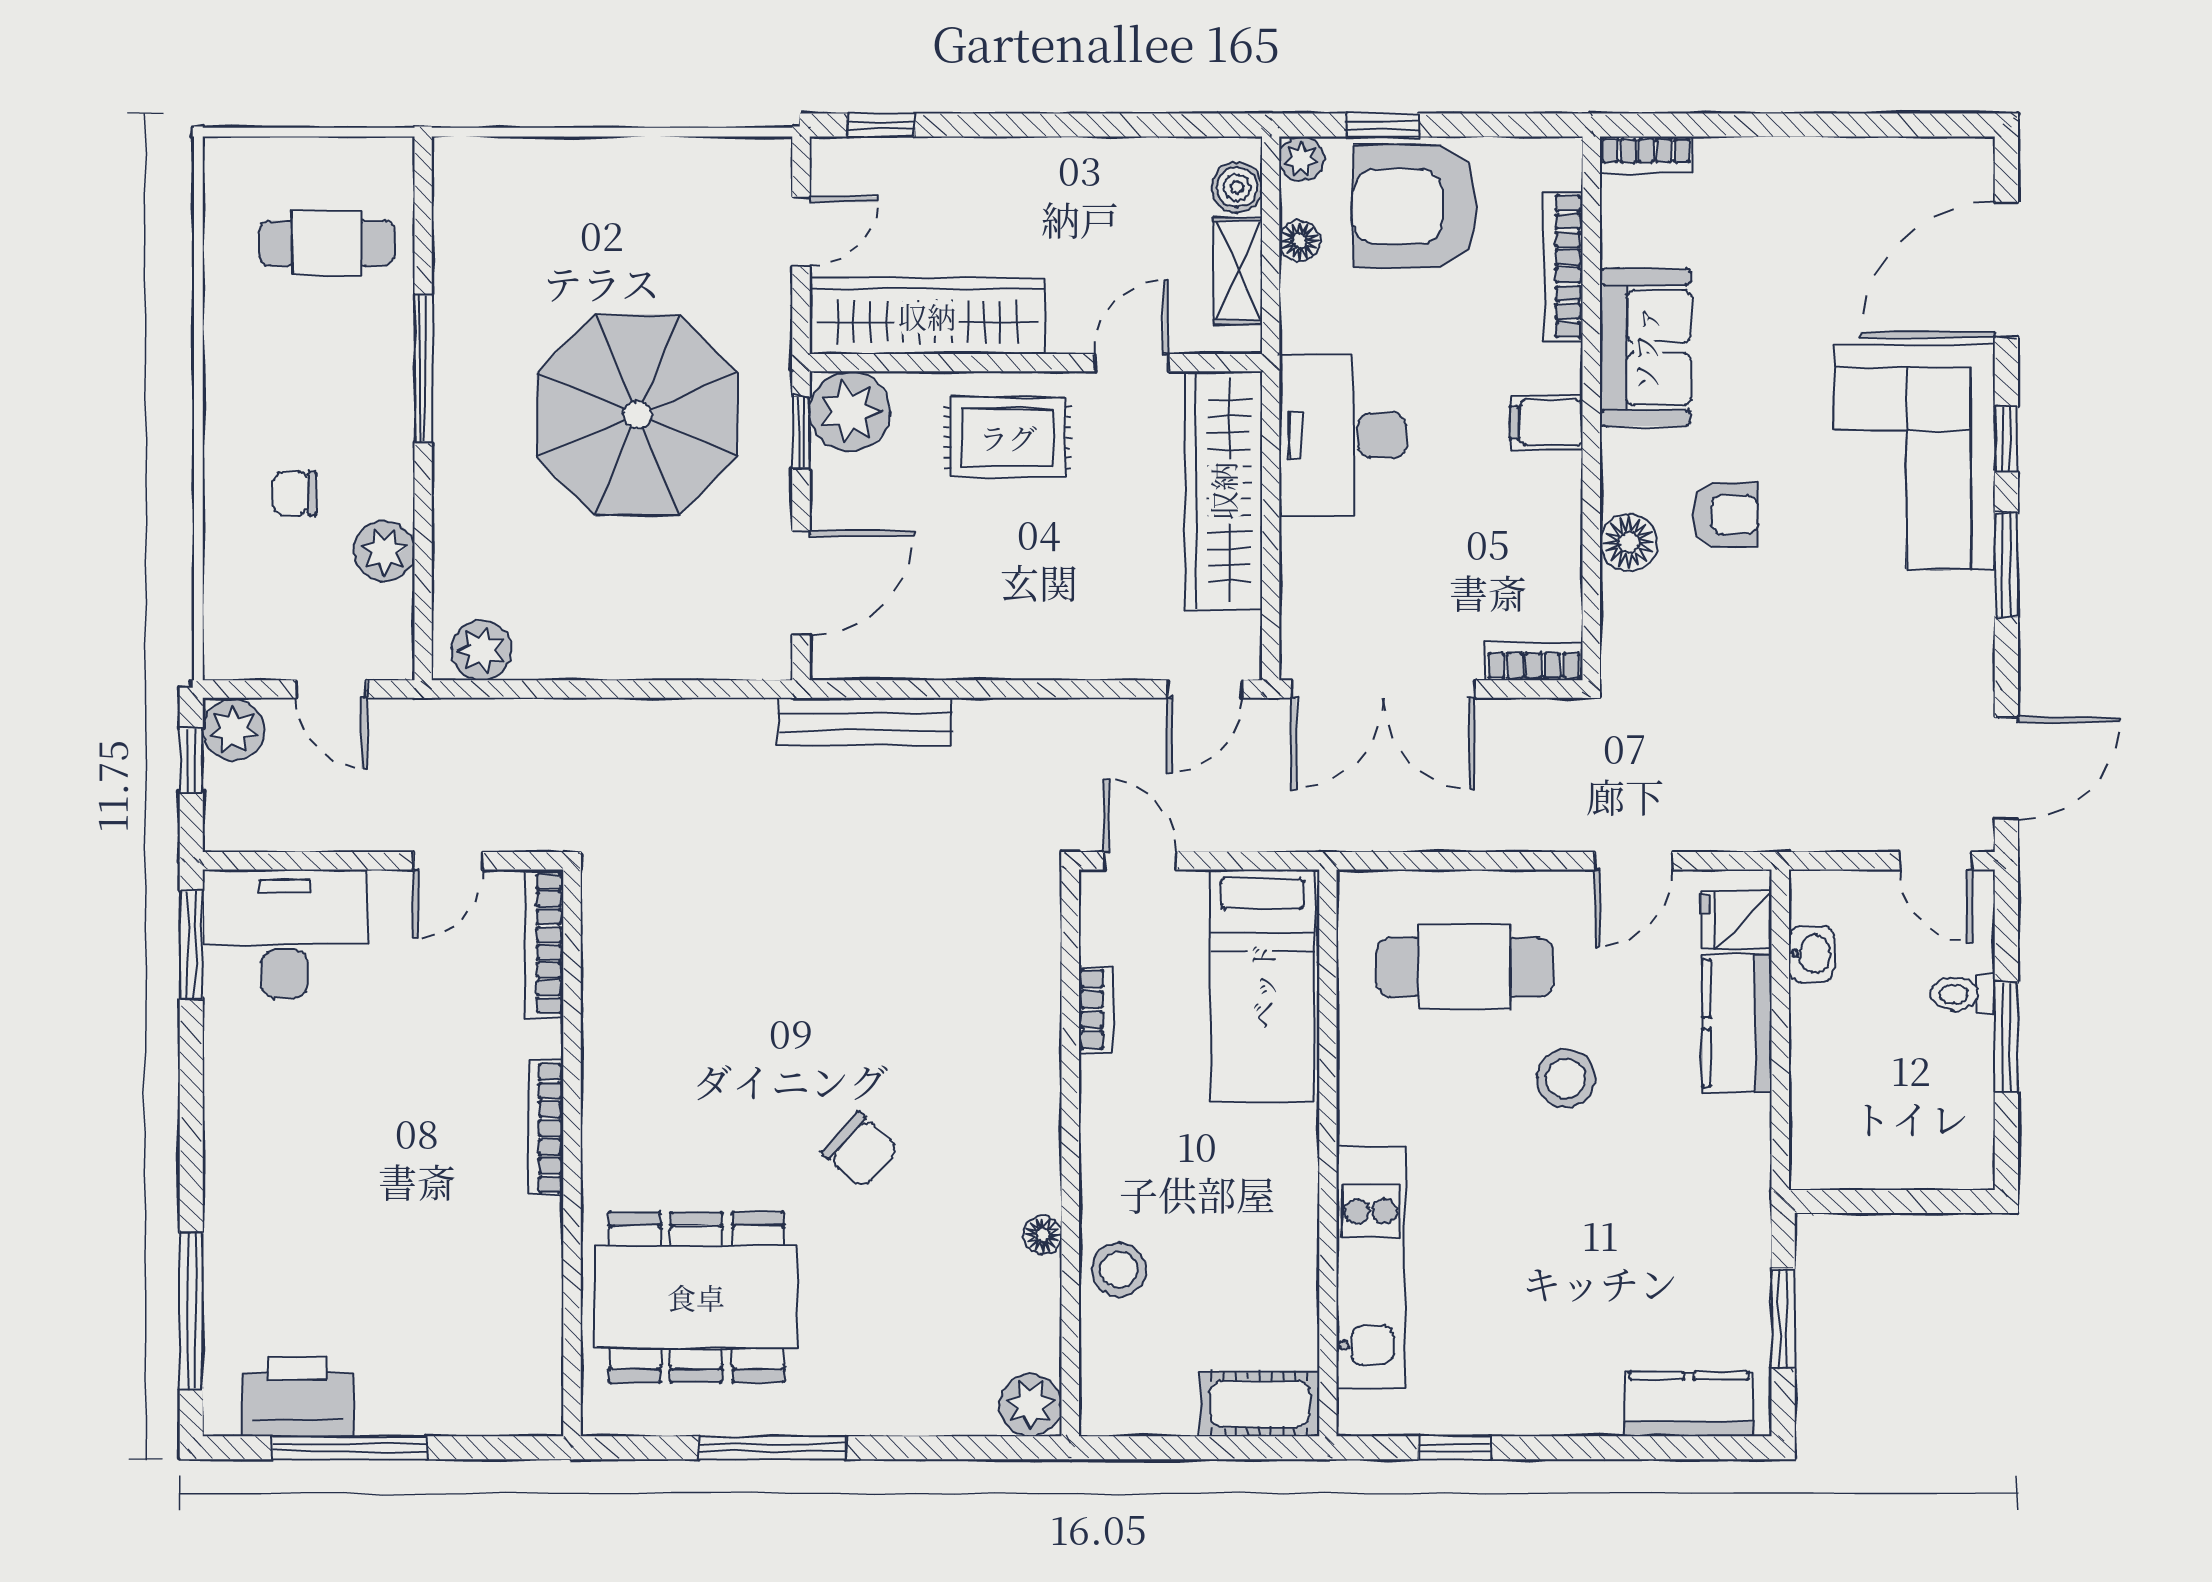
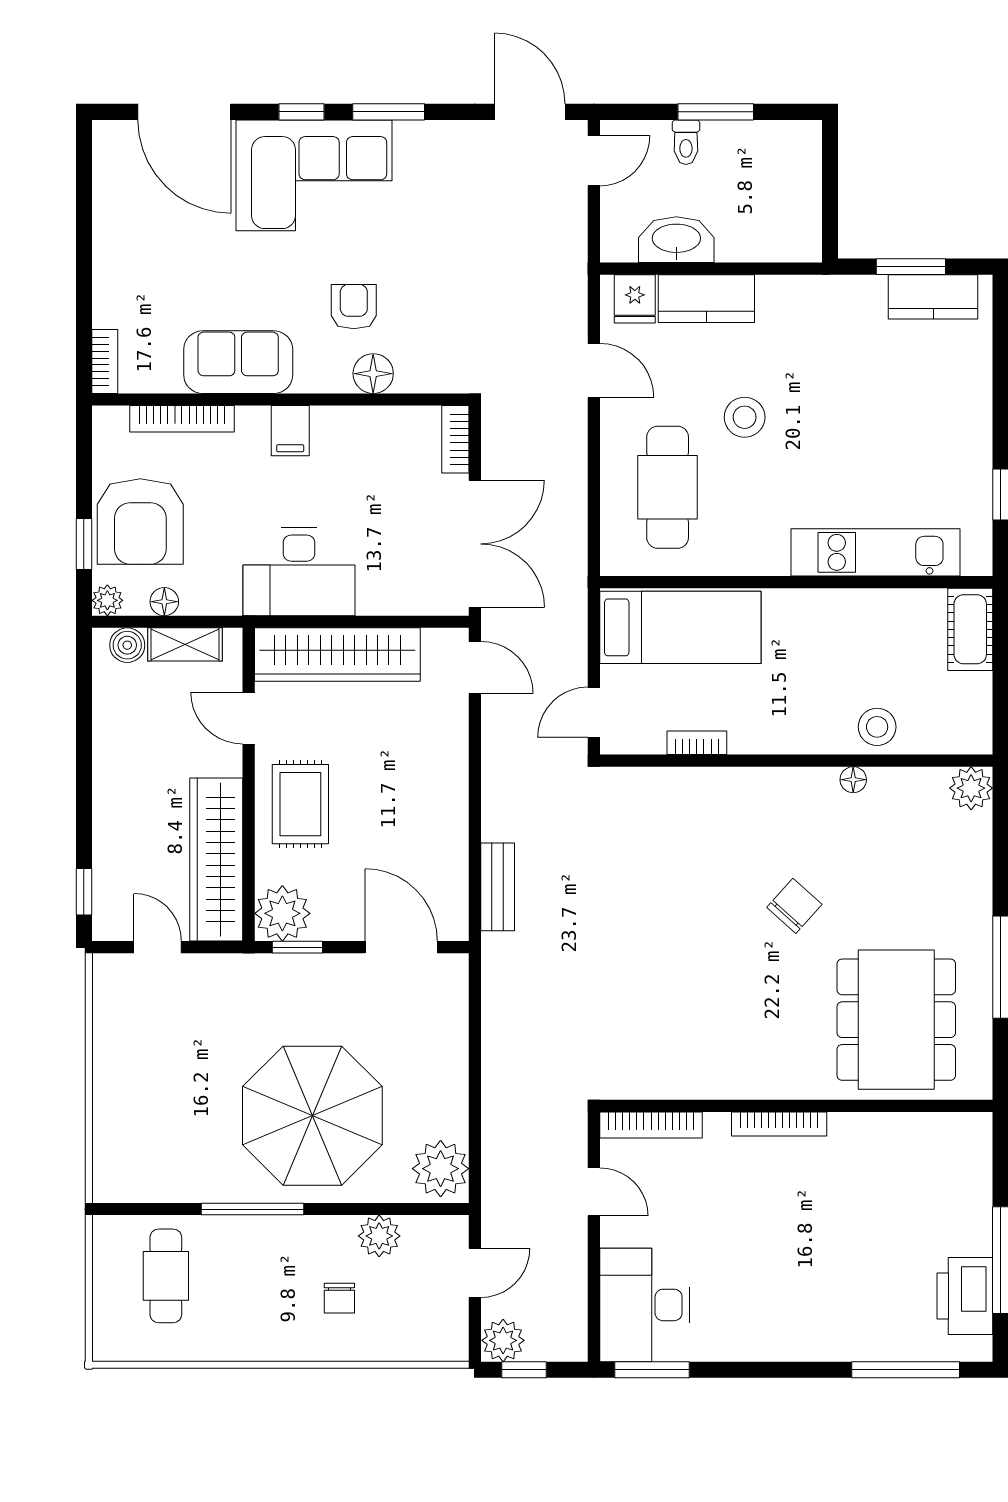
parasol: (637, 415) -> (312, 1116), moved
plant: (481, 650) -> (441, 1169), width x1.36, depth x1.36
bench: (865, 722) -> (498, 887), width x0.73
washbasin: (1812, 954) -> (676, 240), width x1.91, depth x1.45
kitchen counter: (1689, 1404) -> (933, 297), moved, turned -90

